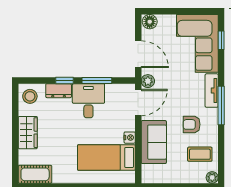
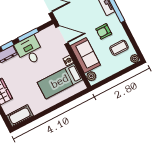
plant: (148, 81) -> (91, 76), moved
door: (138, 102) -> (62, 35), hinge flipped

